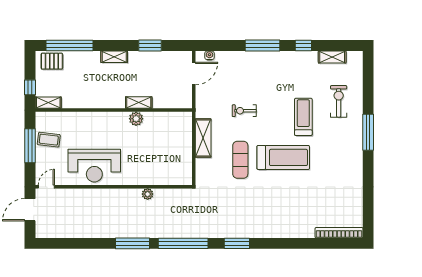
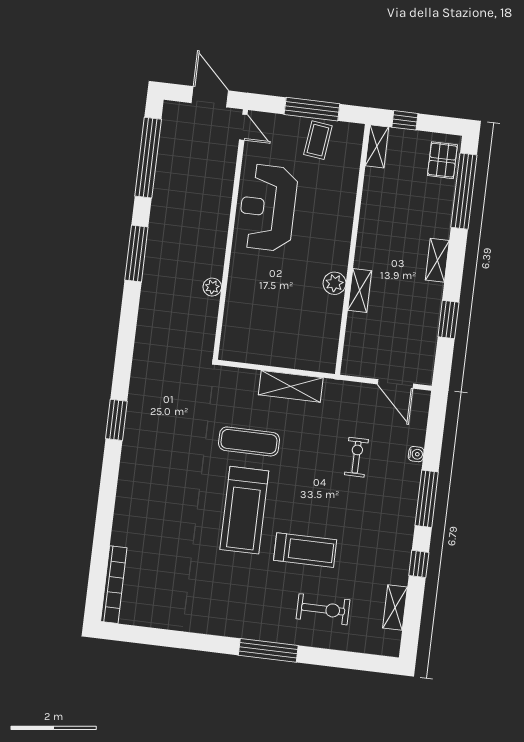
water cooler: (209, 55) -> (416, 454), moved
exercise bike: (244, 111) -> (356, 457), moved
window: (183, 243) -> (148, 158), moved

